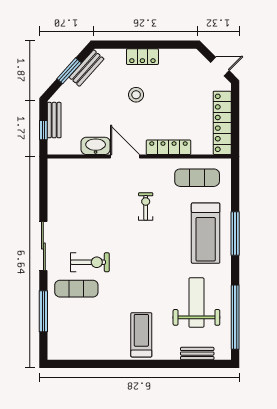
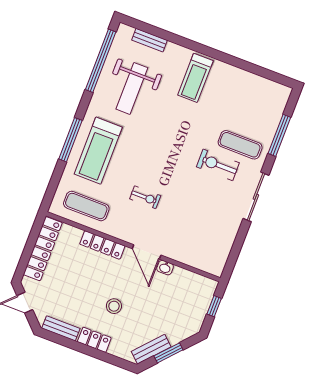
bench: (54, 120) -> (61, 328), moved, turned 90
washbasin: (96, 146) -> (165, 268), width x0.52, depth x0.69
exercise bike: (146, 206) -> (145, 197), turned -90
treadmill: (206, 233) -> (98, 151), turned 180

